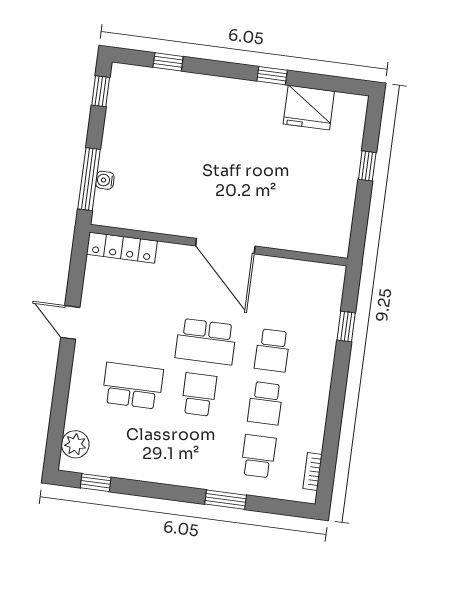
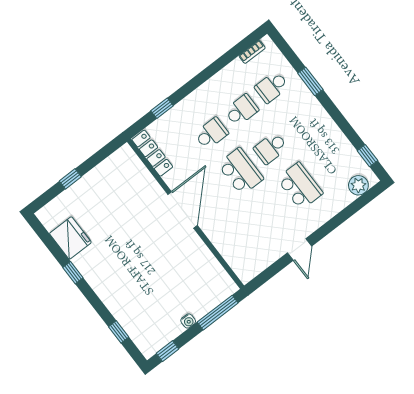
water cooler: (105, 180) -> (188, 321), moved
locker: (122, 248) -> (152, 153), moved
school desk: (133, 386) -> (300, 186), turned 180

